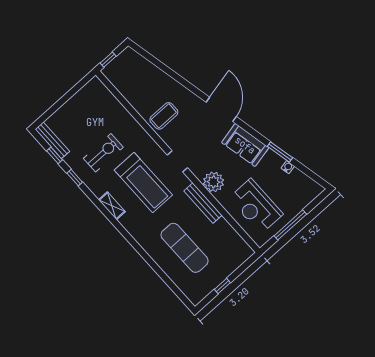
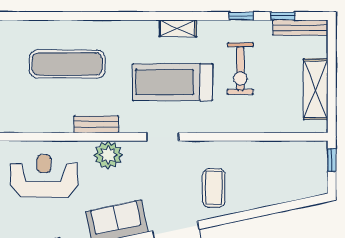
shelving: (78, 102) -> (316, 89), added
coffee table: (164, 116) -> (214, 188), moved
bench: (203, 203) -> (96, 124), width x0.73

